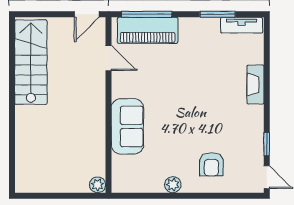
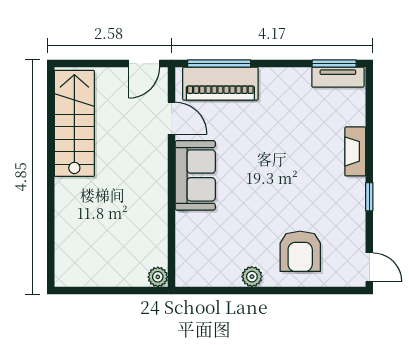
window: (217, 14) -> (334, 64), moved
sofa: (127, 126) -> (195, 175), moved
window: (267, 144) -> (369, 197), moved
armchair: (211, 164) -> (300, 251), width x1.38, depth x1.38

